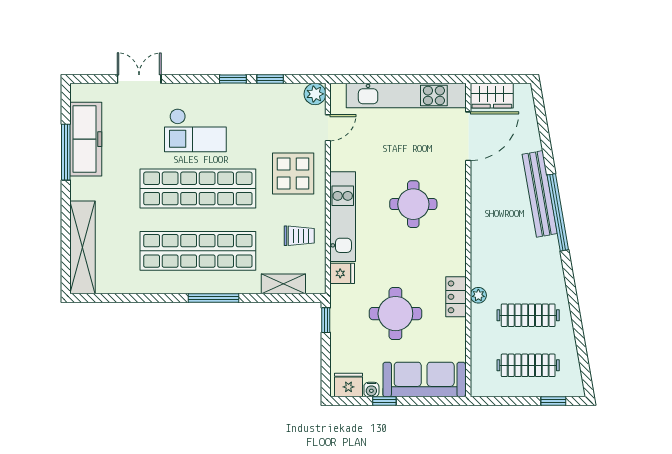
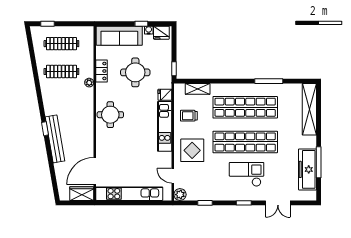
window: (233, 79) -> (244, 203), moved
door: (328, 128) -> (173, 176), hinge flipped
round table: (413, 204) -> (110, 115), moved
window: (558, 212) -> (45, 129), width x0.32
locker: (456, 297) -> (102, 71), moved
window: (214, 298) -> (269, 81), moved

